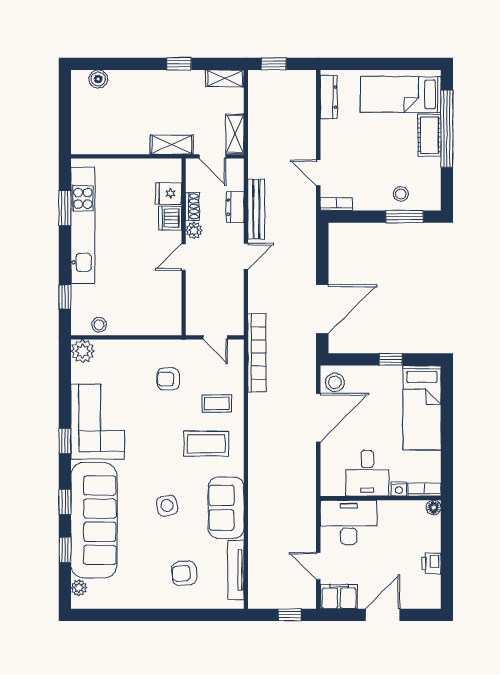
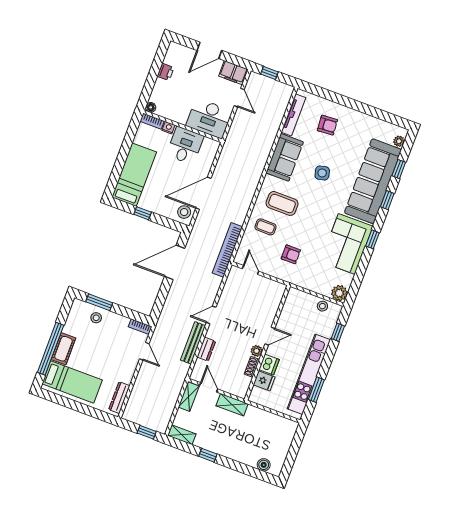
fridge: (169, 193) -> (264, 381), moved
shoe rack: (192, 206) -> (252, 367), moved
dishwasher: (170, 218) -> (269, 365), moved
plant: (194, 230) -> (257, 351), moved
wall: (184, 247) -> (267, 343), moved
door: (184, 257) -> (270, 336), moved

